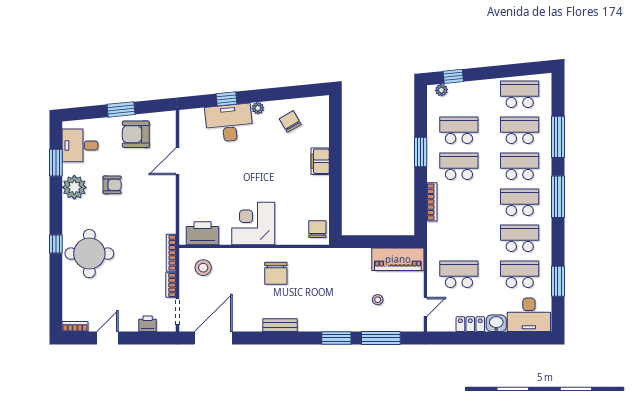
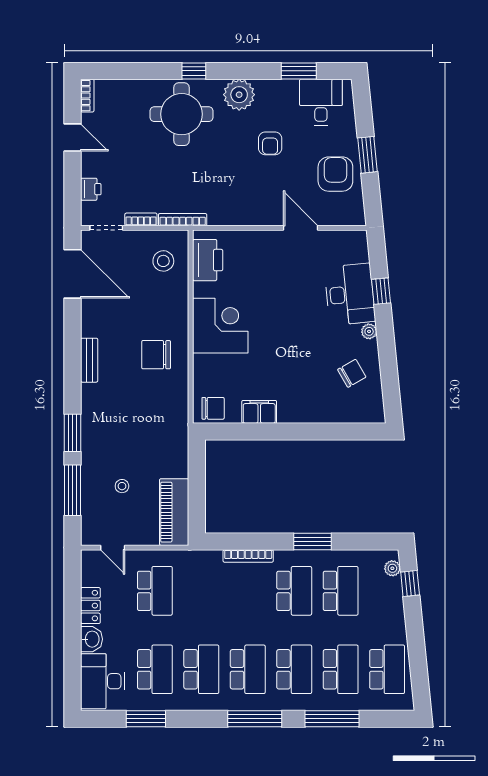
filing cabinet: (320, 161) -> (259, 412), moved
plant: (74, 187) -> (239, 95), moved

